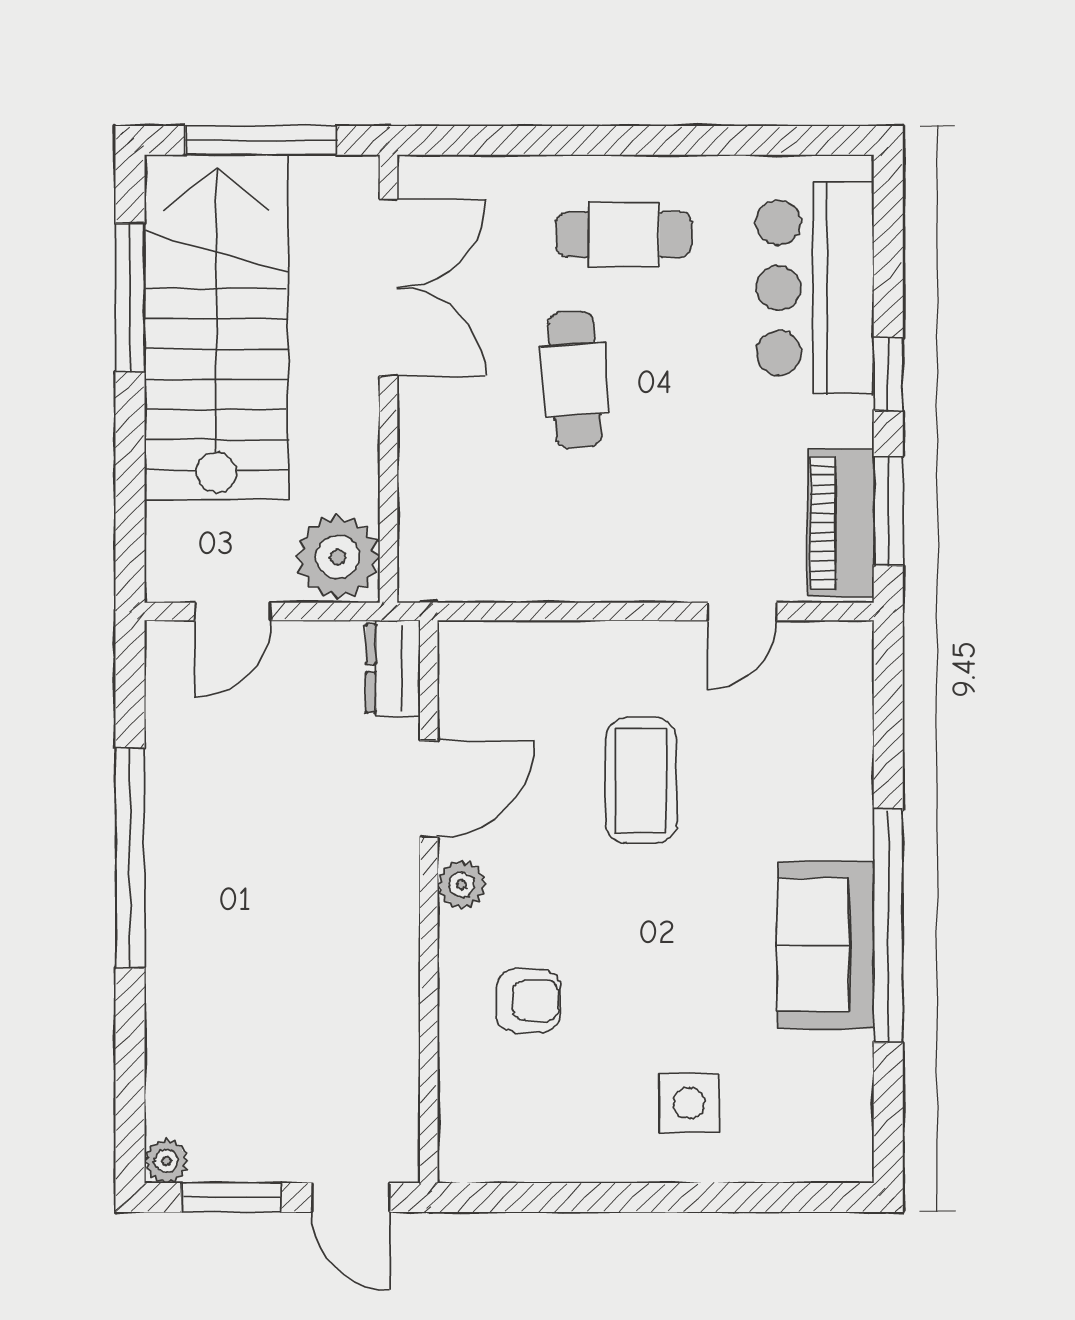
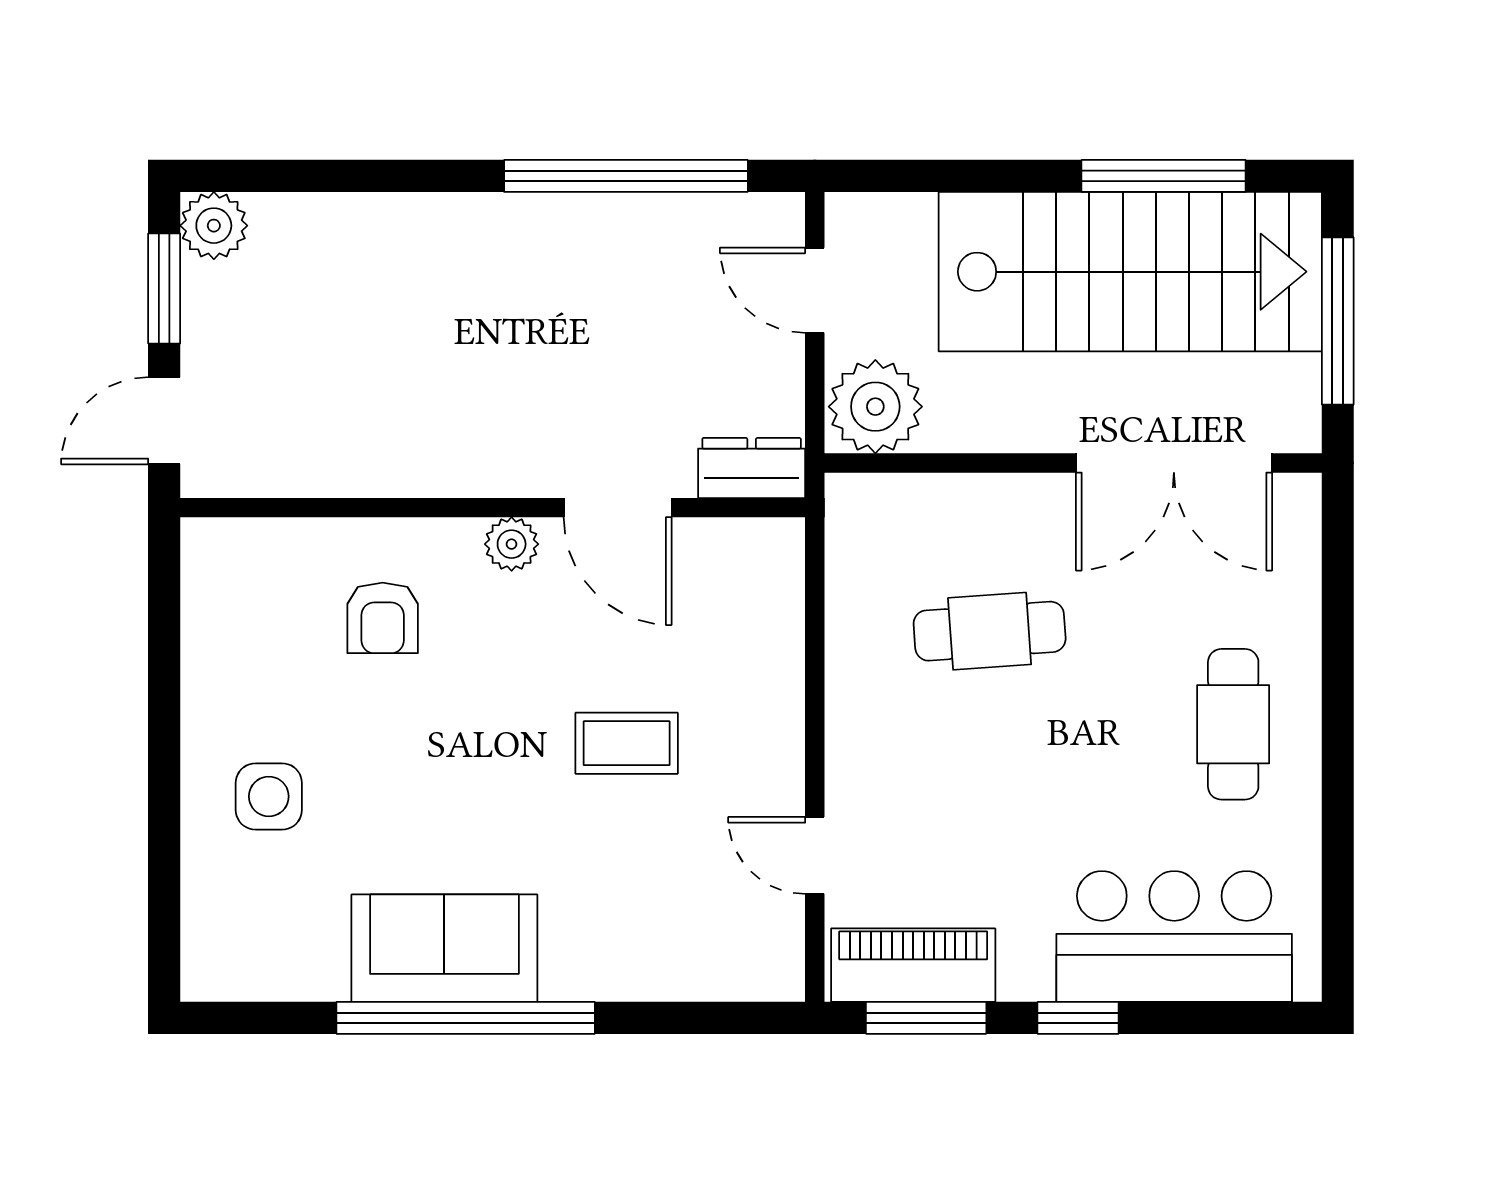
cafe table: (575, 379) -> (990, 631), moved
coffee table: (641, 781) -> (627, 743), width x0.73, depth x0.77
window: (130, 858) -> (626, 176), moved
plant: (166, 1161) -> (214, 226), width x1.38, depth x1.38

